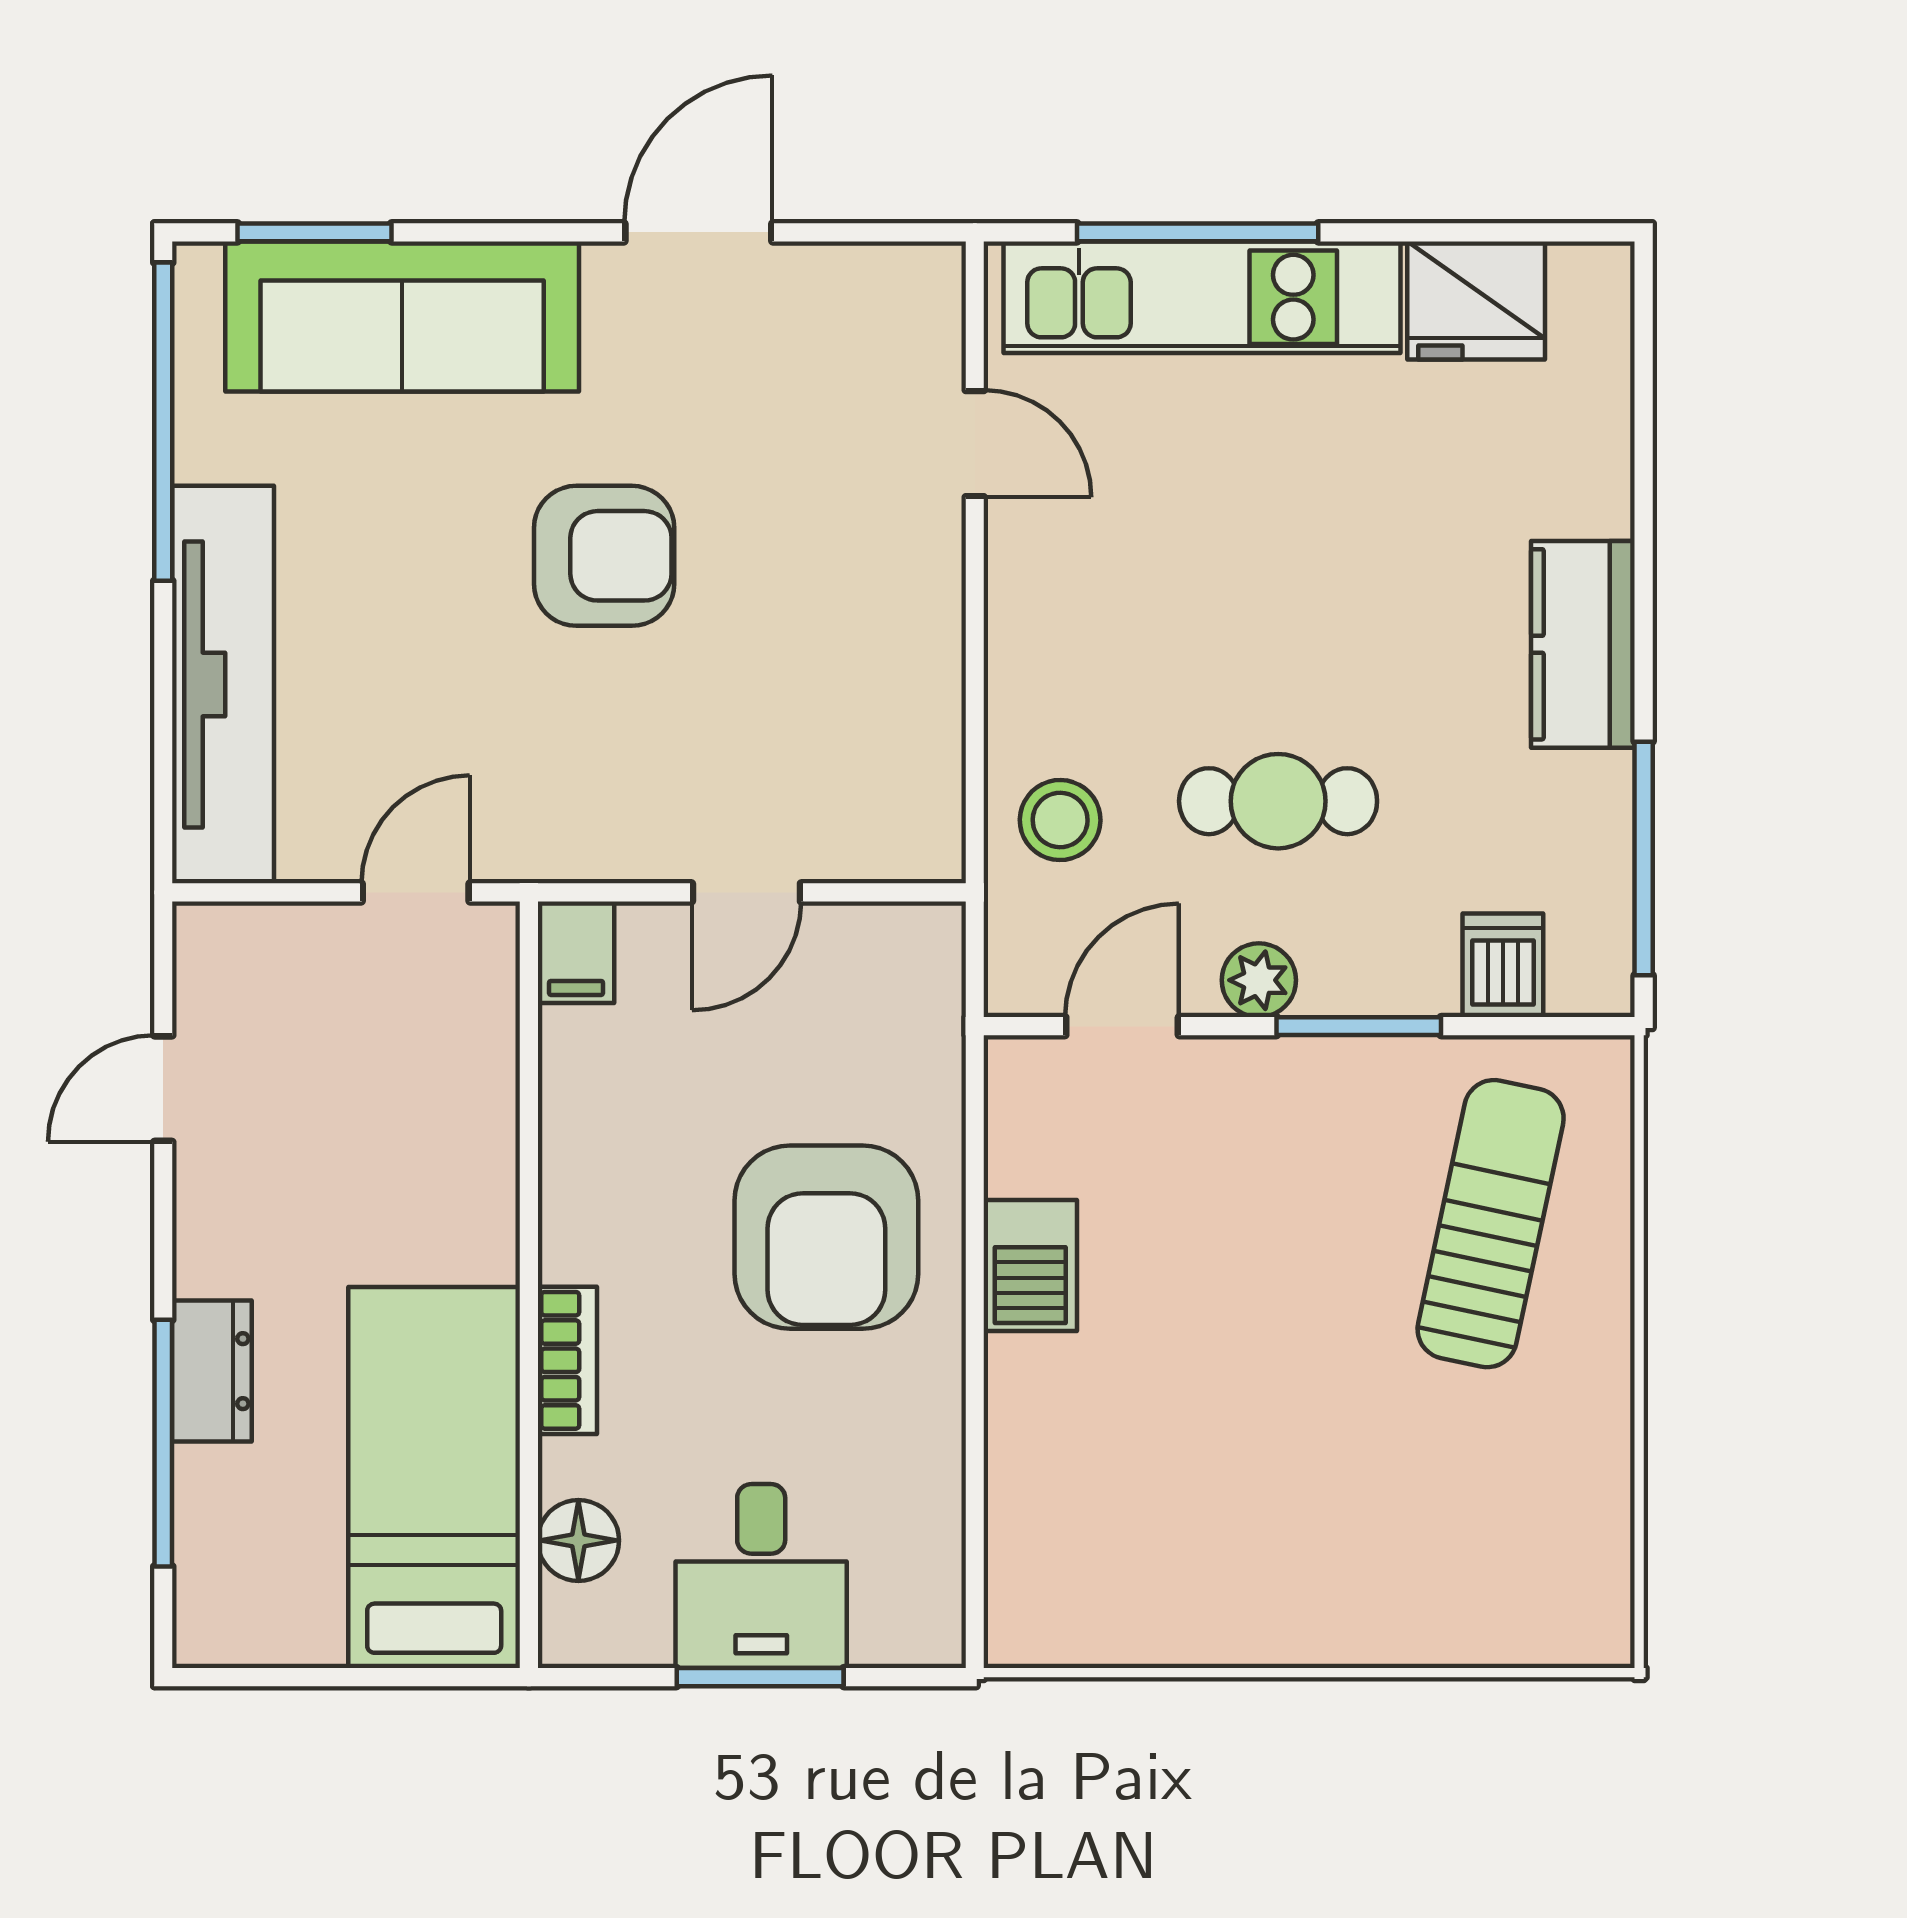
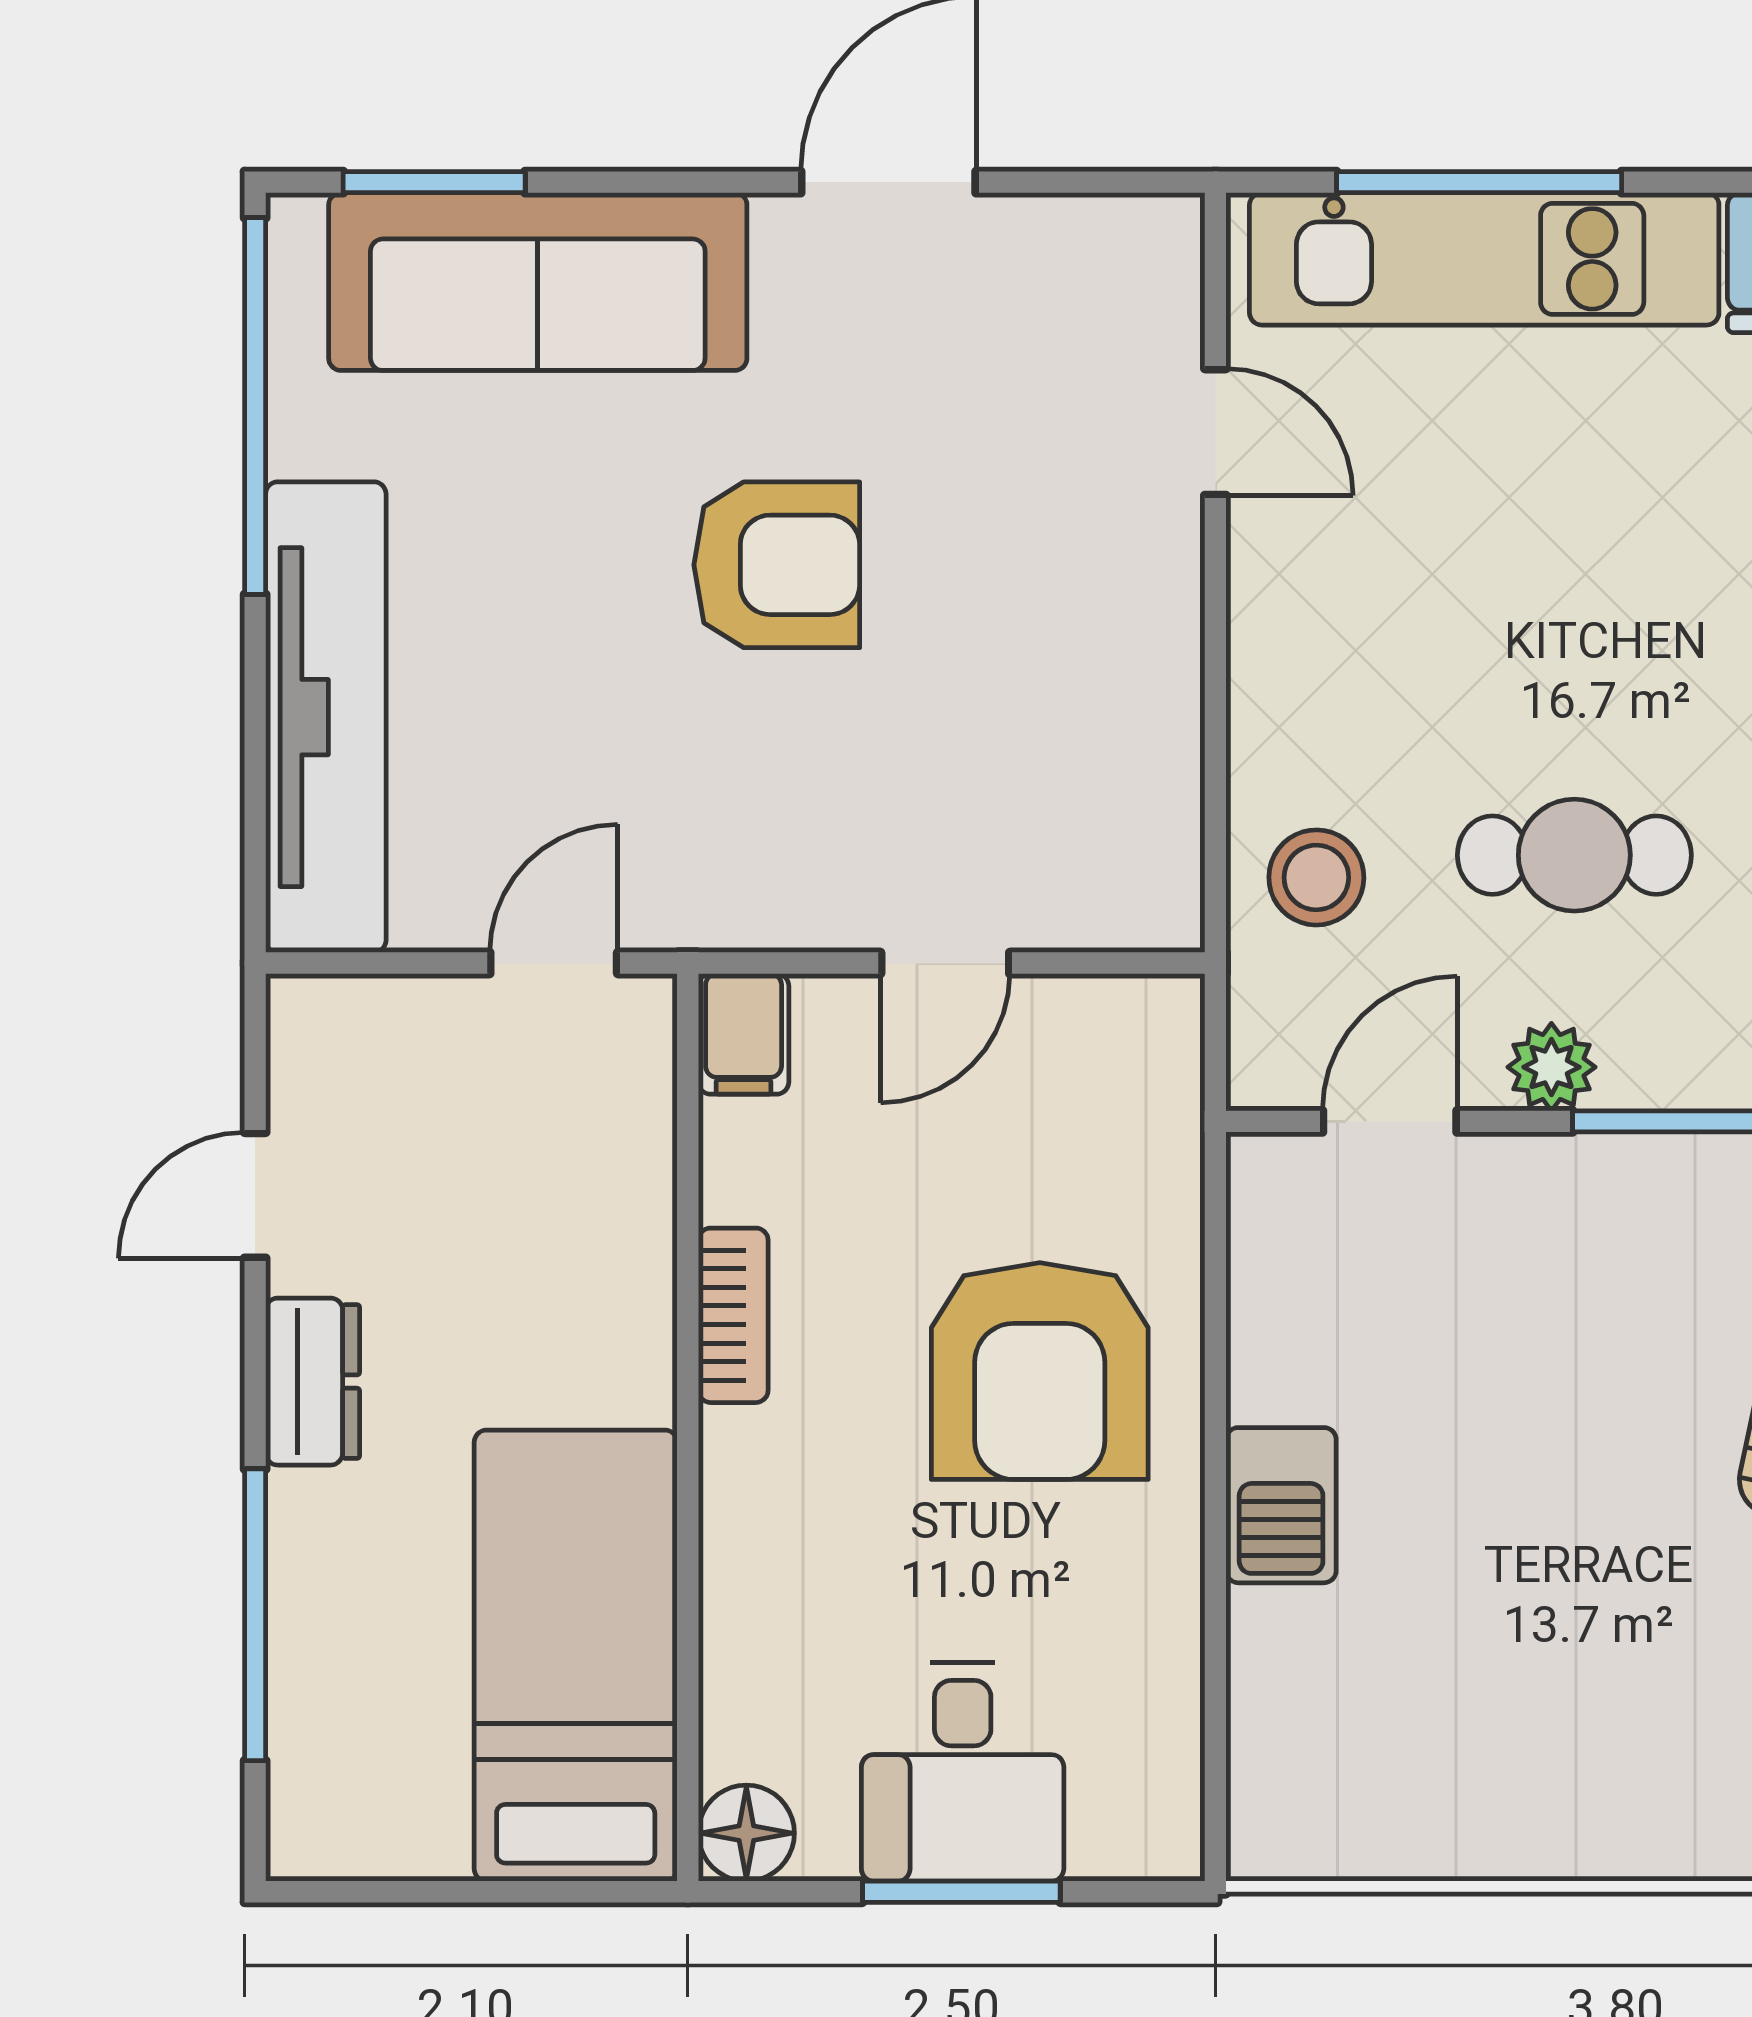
barbecue: (1030, 1265) -> (1281, 1505), moved
bookcase: (567, 1360) -> (733, 1315), moved
dresser: (212, 1371) -> (313, 1382), moved
floor lamp: (578, 1540) -> (746, 1833), moved

